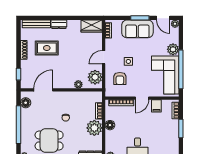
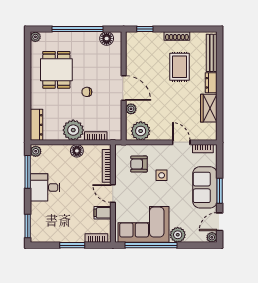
wardrobe: (92, 26) -> (209, 108), moved
door: (104, 57) -> (181, 142), moved
door: (43, 90) -> (124, 88), moved

